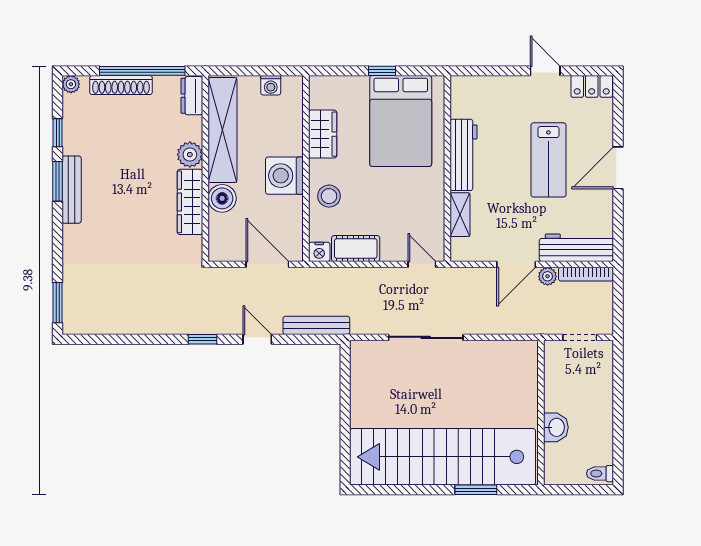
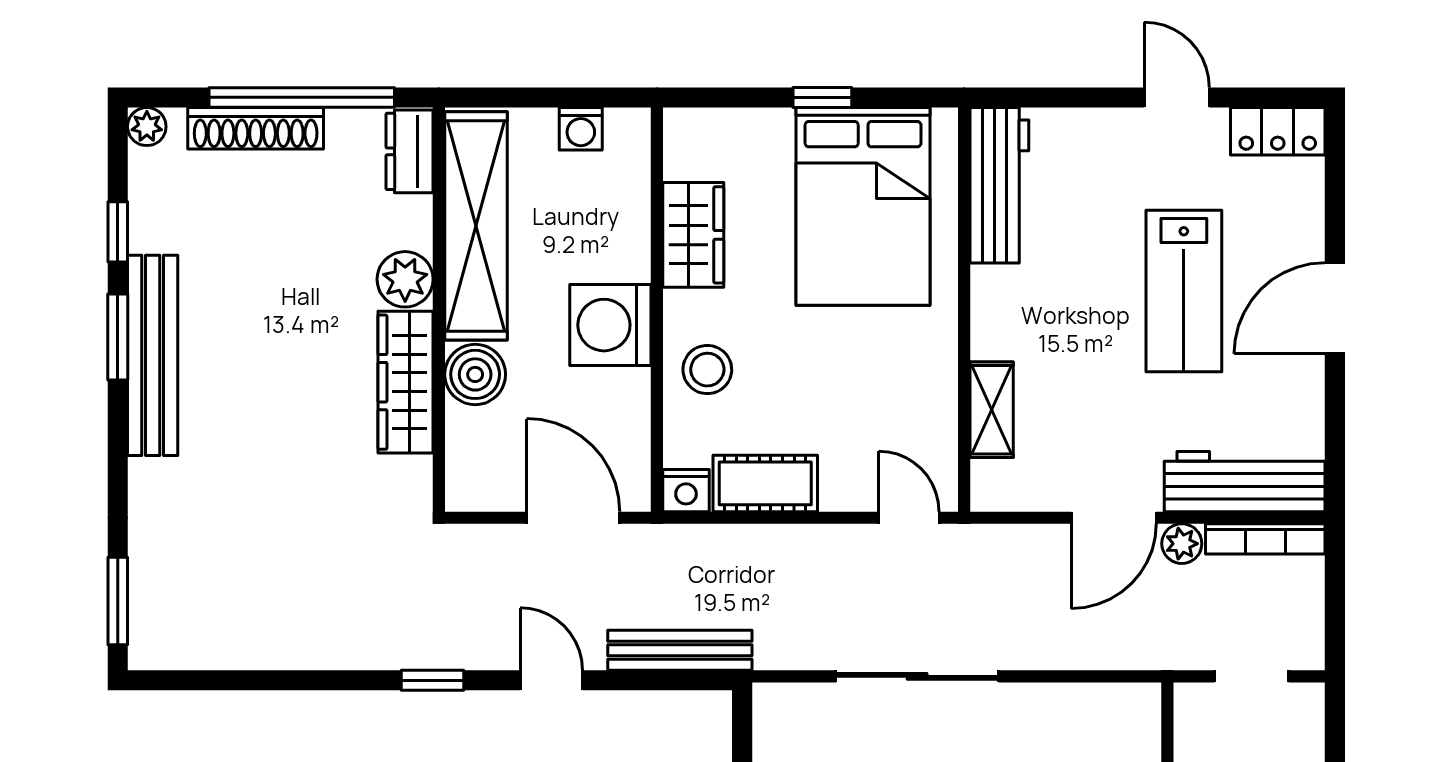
workbench: (464, 155) -> (999, 185), moved
bench: (72, 190) -> (153, 355), width x1.37, depth x1.21

